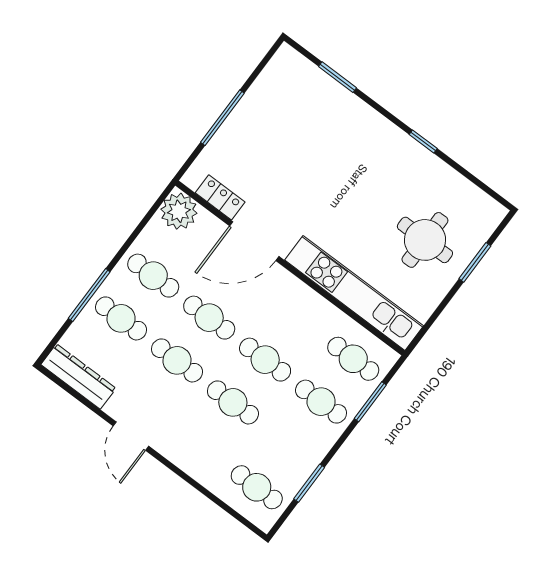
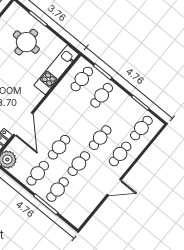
kitchen unit: (354, 293) -> (56, 70), width x0.73
cafe table: (265, 360) -> (120, 154), moved
dresser: (78, 376) -> (84, 211), removed

